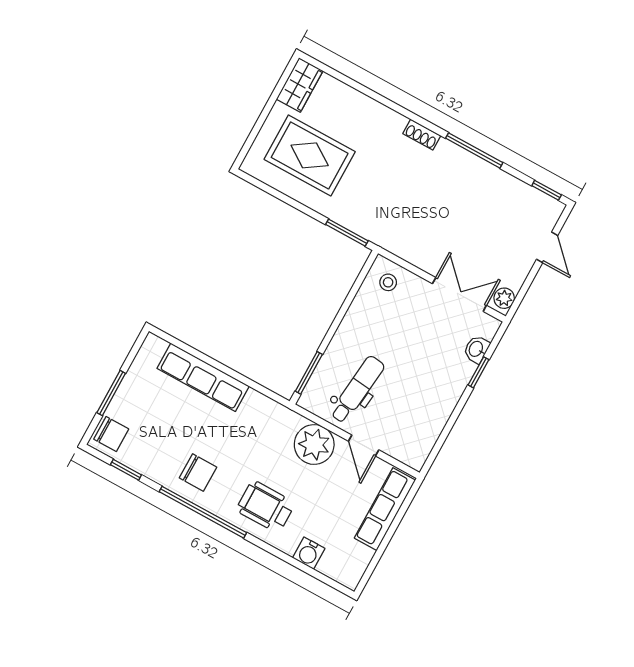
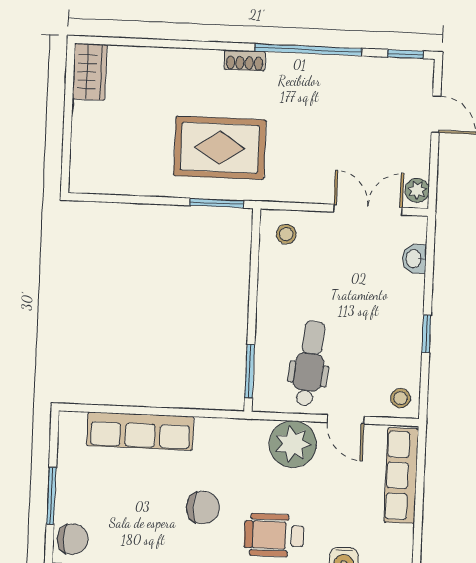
window: (474, 150) -> (308, 50), width x1.46
rug: (310, 155) -> (220, 148), moved
window: (478, 372) -> (426, 334), moved
stool: (413, 450) -> (401, 398), added
chair: (198, 473) -> (203, 508), moved

